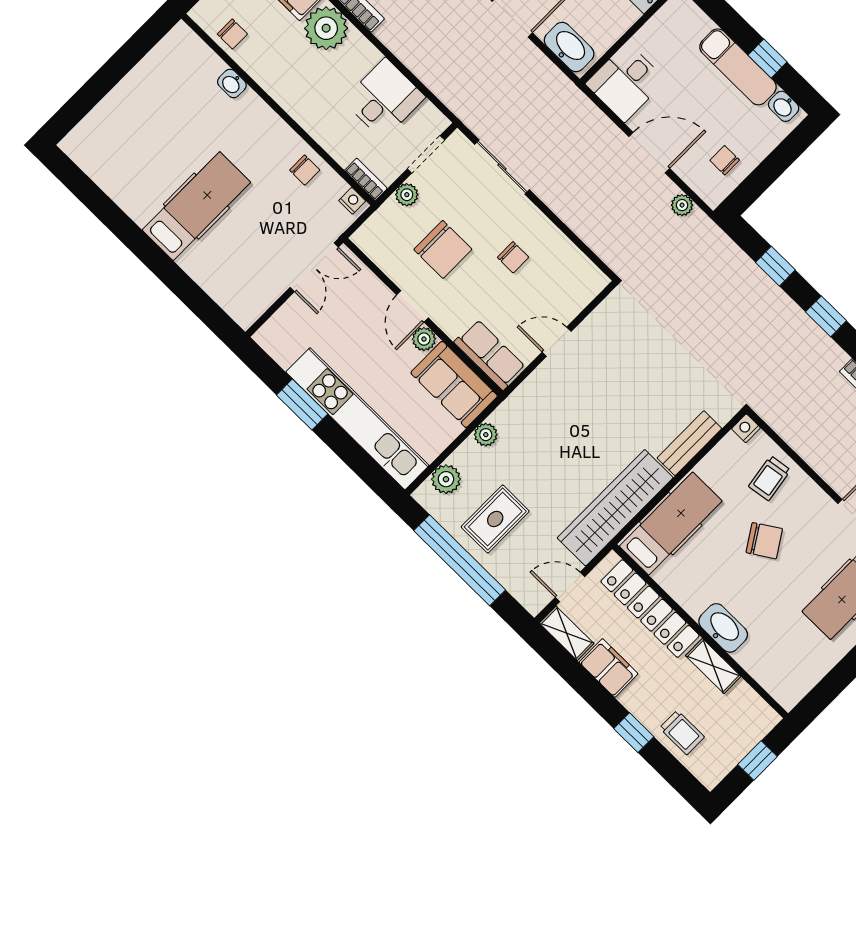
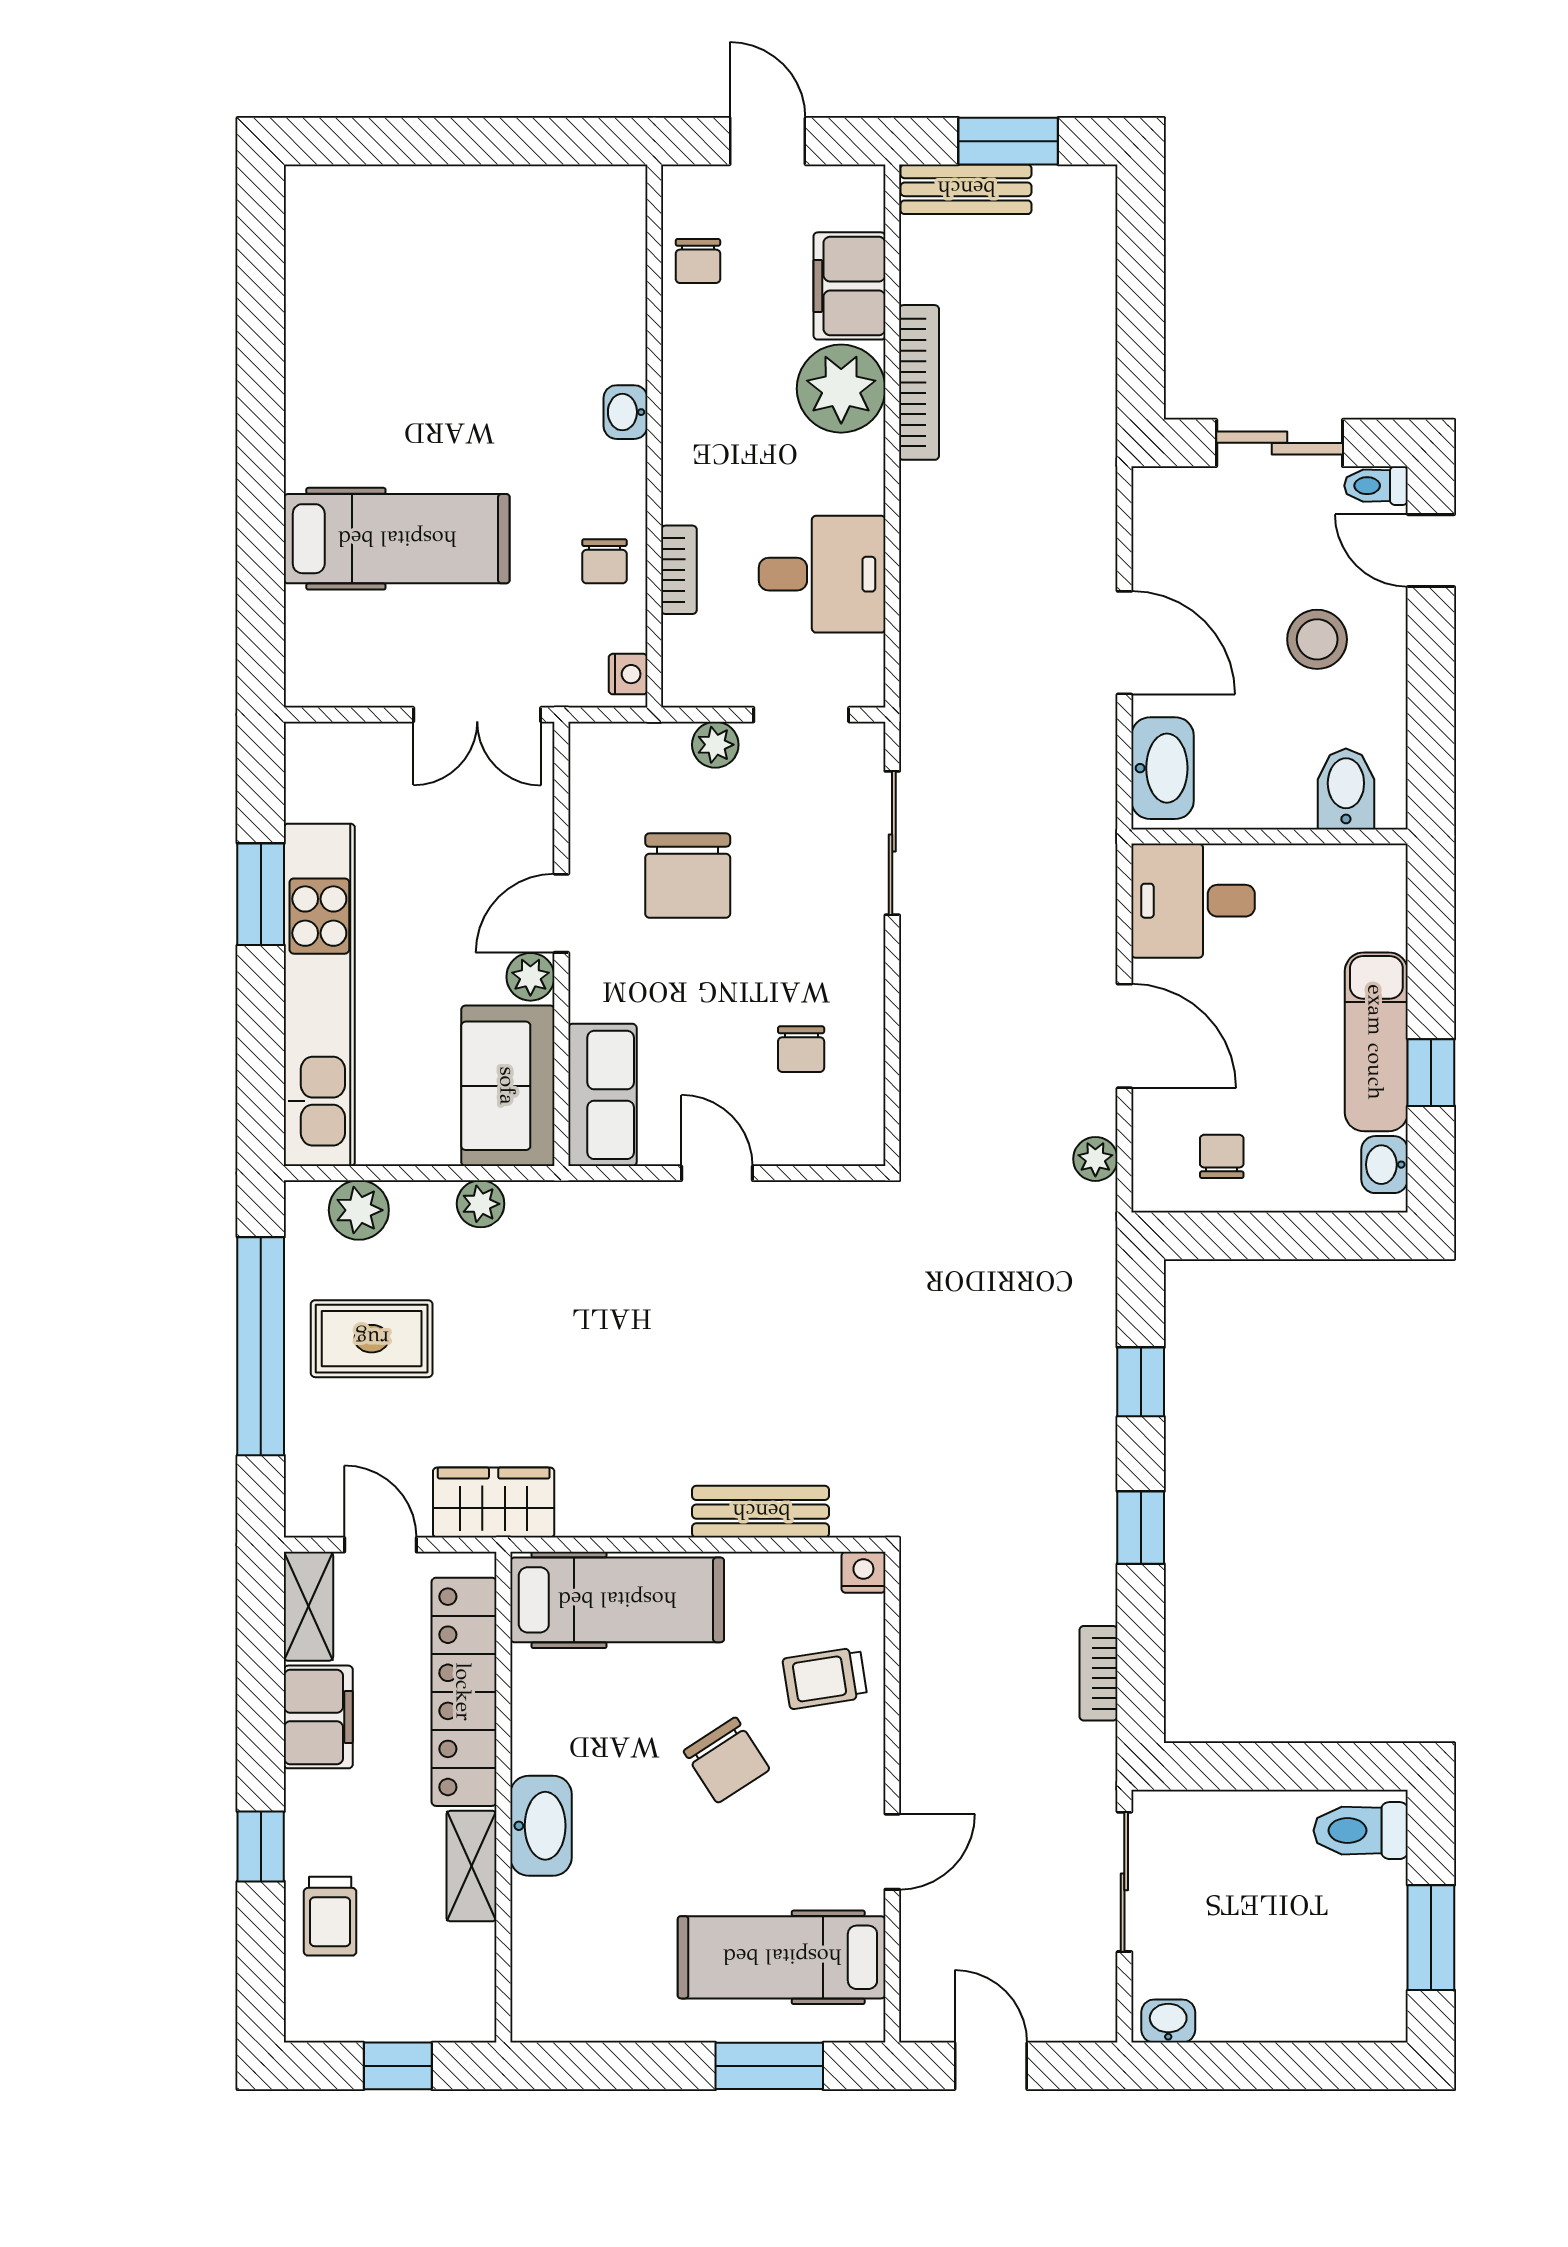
washbasin: (232, 83) -> (625, 412), moved
bookcase: (366, 179) -> (679, 570), moved
hospital bed: (196, 206) -> (397, 539), moved
chair: (513, 257) -> (801, 1049), moved
wardrobe: (615, 508) -> (494, 1503), width x0.48, depth x0.85

